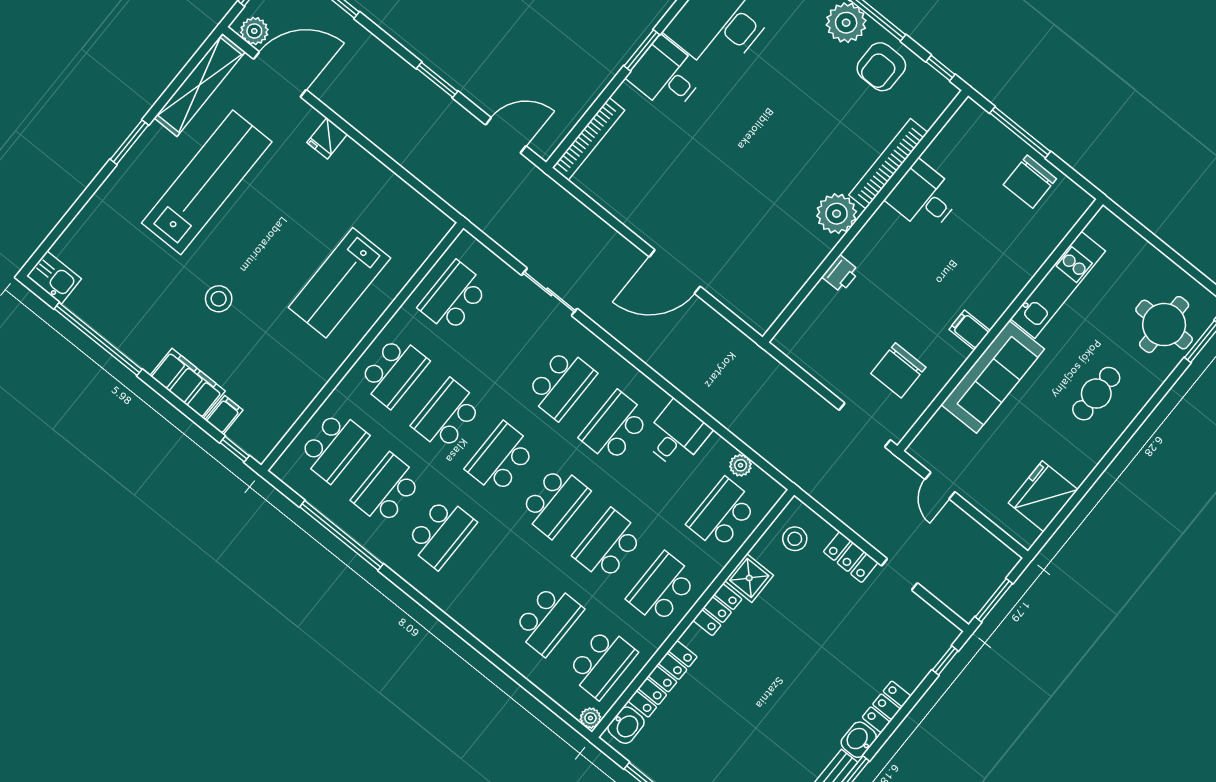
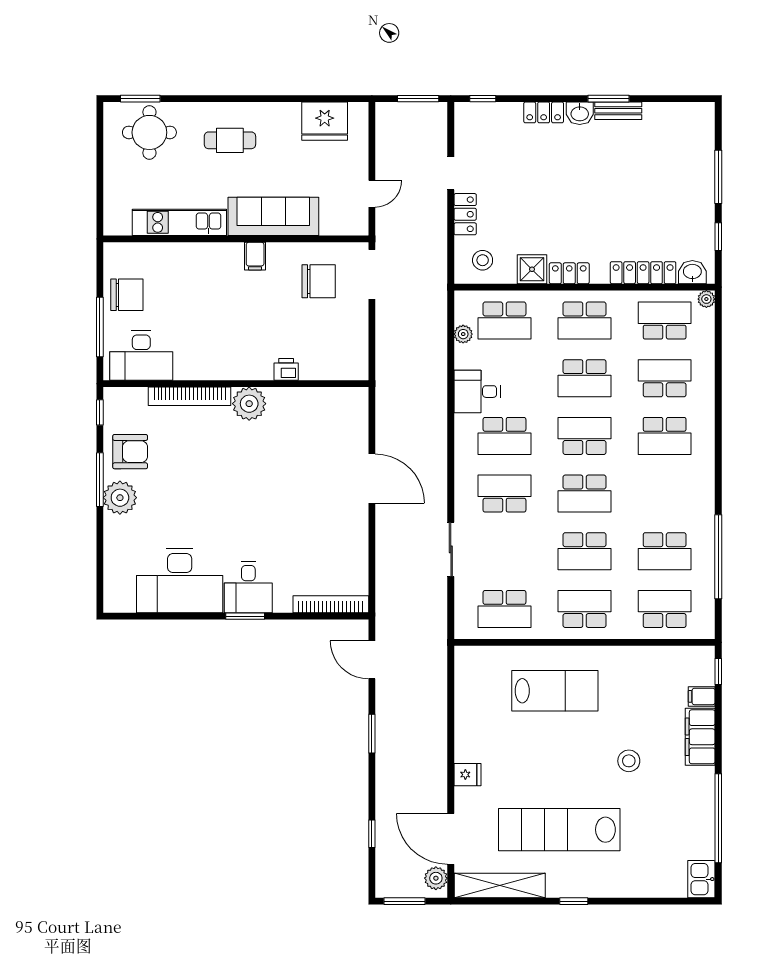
window: (129, 142) -> (574, 901), width x0.67
desk: (924, 197) -> (141, 356), moved, width x1.37
school desk: (441, 533) -> (665, 436), moved, turned 180

